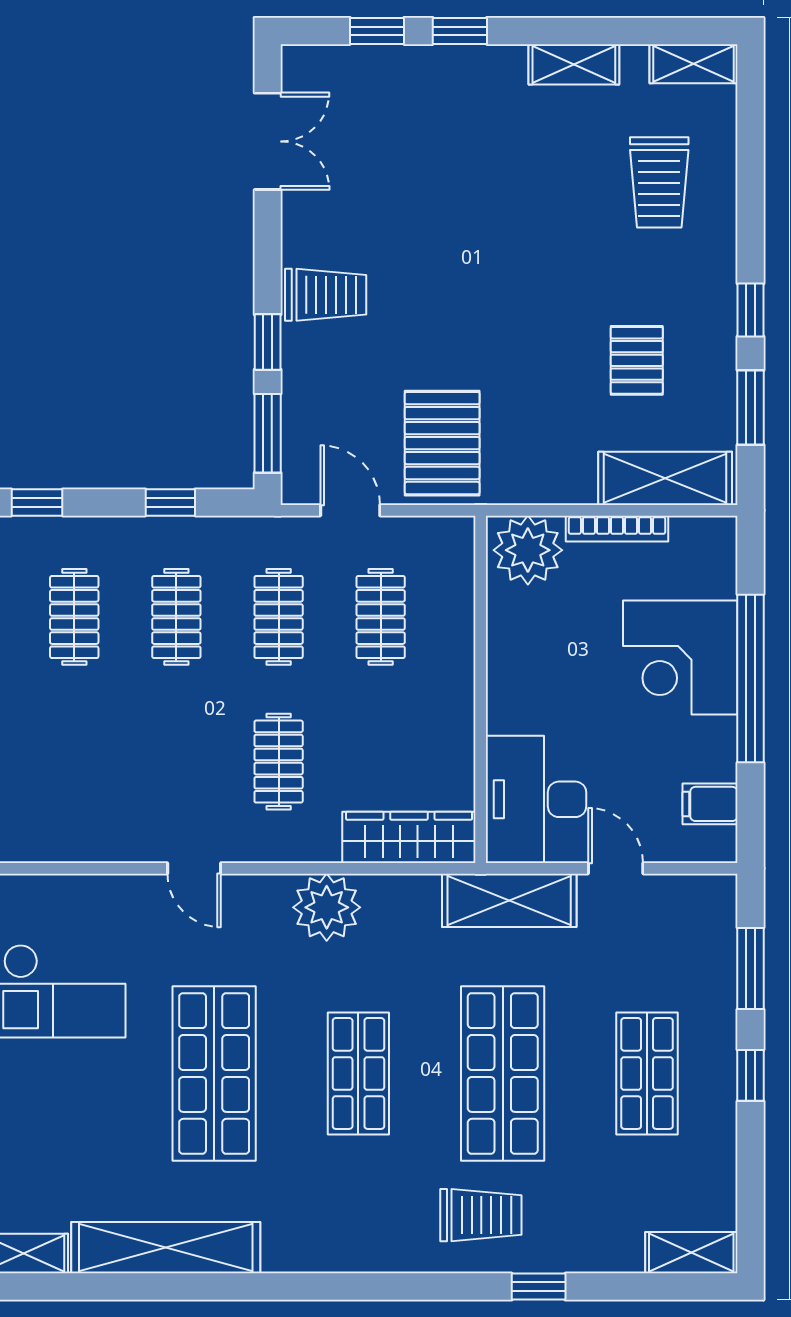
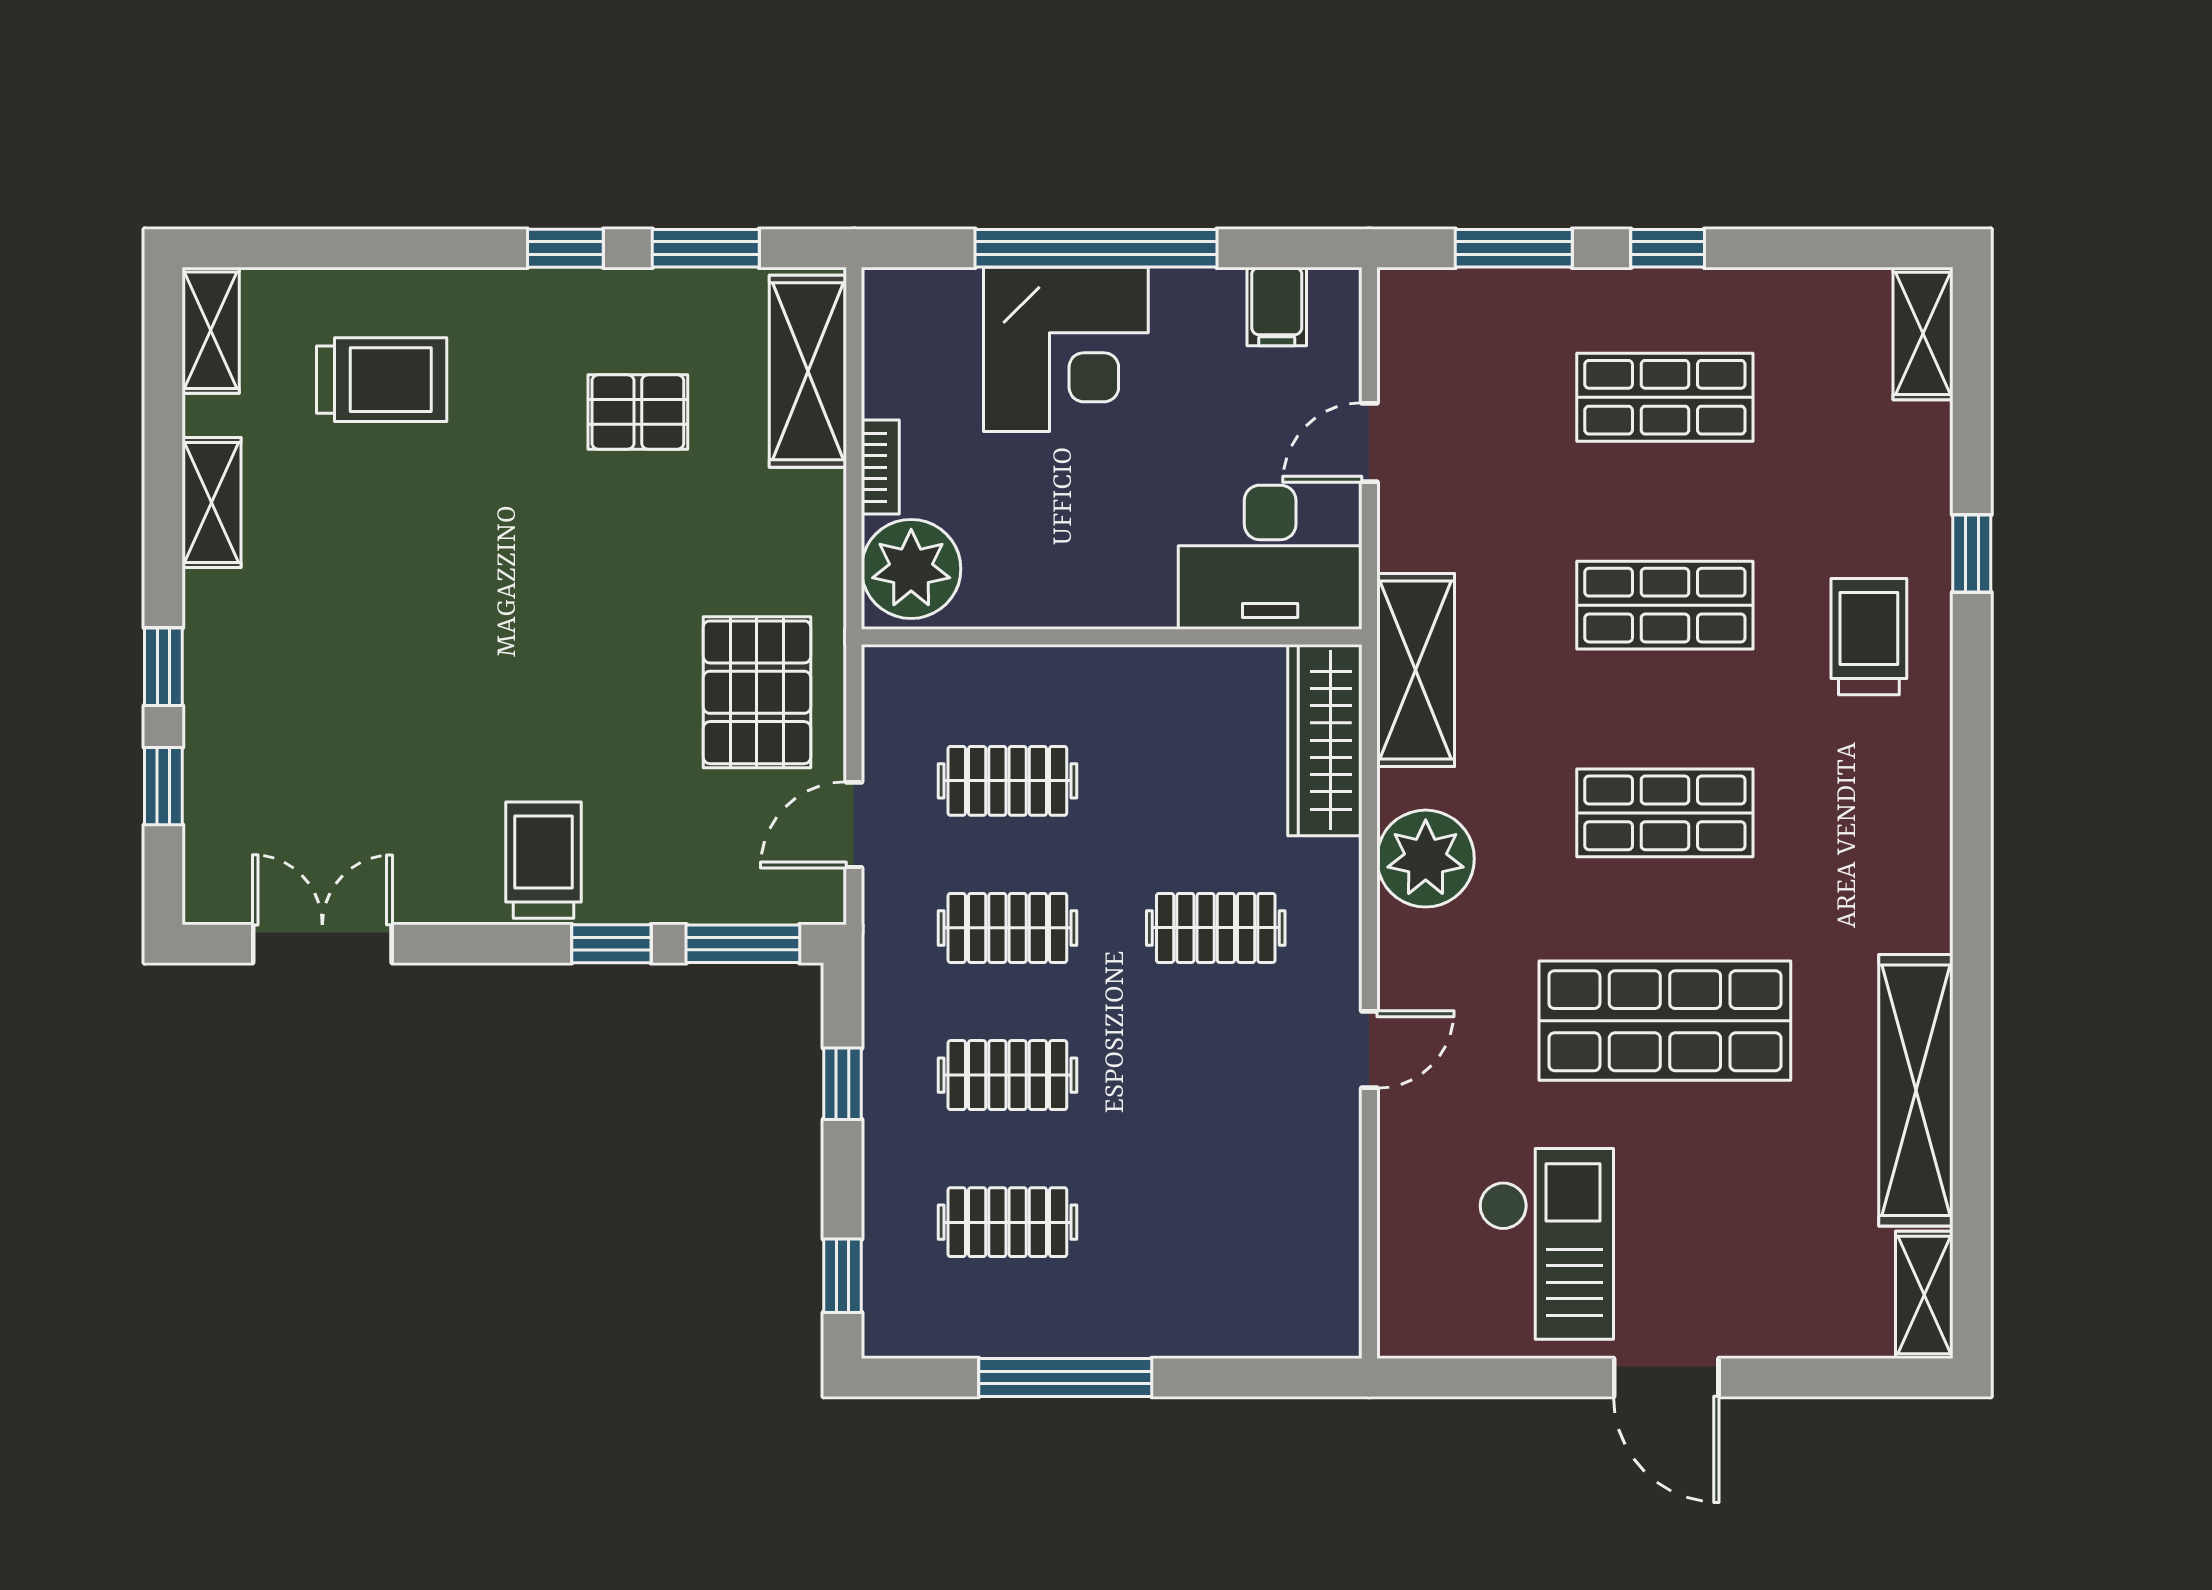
pallet: (442, 443) -> (757, 692), turned 90
bookcase: (617, 529) -> (880, 467), width x0.64
shelving: (509, 900) -> (1416, 670), moved
shop shelf: (503, 1073) -> (1665, 605), width x0.70, depth x0.74

